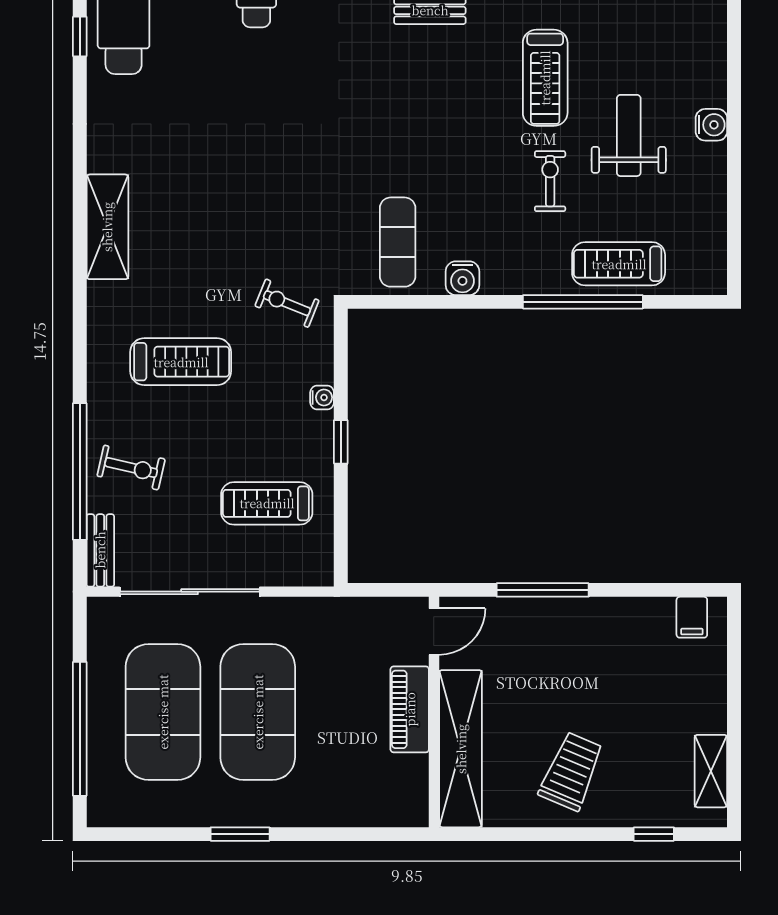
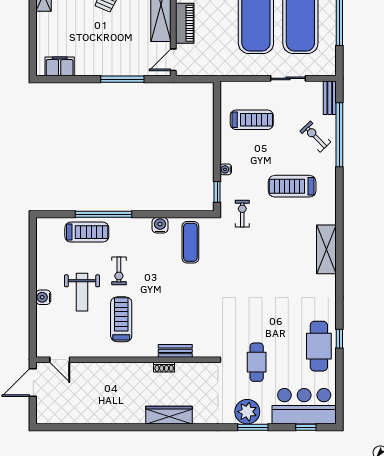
exercise bike: (287, 303) -> (242, 214), turned -112
window: (341, 442) -> (217, 192), moved
exercise bike: (131, 468) -> (315, 137), turned 33
sliding door: (190, 592) -> (288, 78), width x0.54
filing cabinet: (692, 617) -> (60, 66), width x2.00

